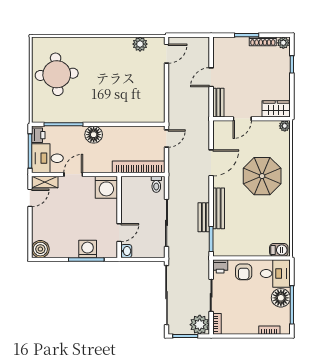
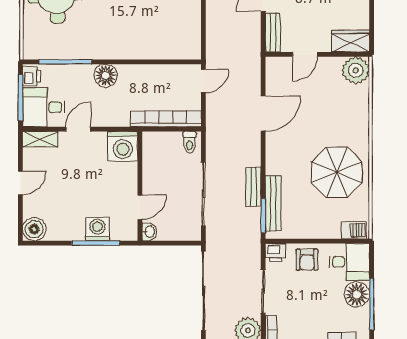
plant: (285, 126) -> (356, 70), width x1.88, depth x1.88
parasol: (262, 176) -> (337, 172), moved
door: (30, 198) -> (20, 183), moved
bench: (219, 208) -> (273, 203), moved

